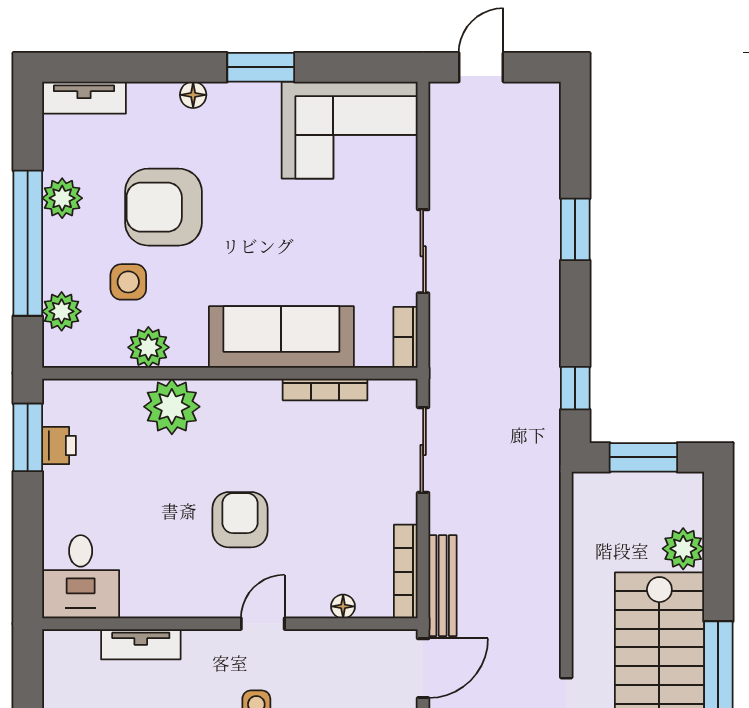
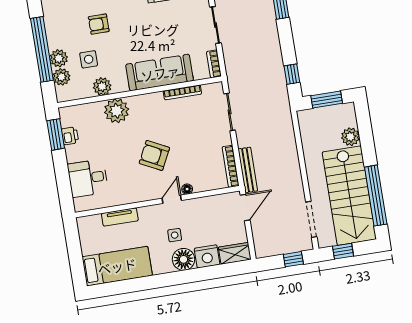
plant: (62, 198) -> (59, 58), moved
armchair: (163, 207) -> (99, 24), width x0.53, depth x0.53
armchair: (240, 520) -> (154, 155), turned -63
desk: (81, 577) -> (88, 178), moved, turned 90
floor lamp: (343, 606) -> (187, 189), moved

